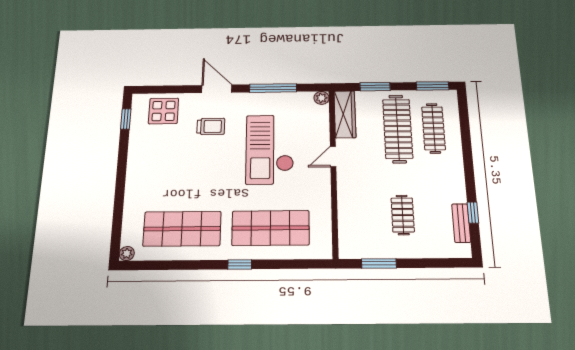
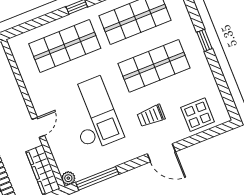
window: (273, 88) -> (97, 178), moved
window: (126, 119) -> (204, 40), moved
shop shelf: (185, 173) -> (154, 66), added

